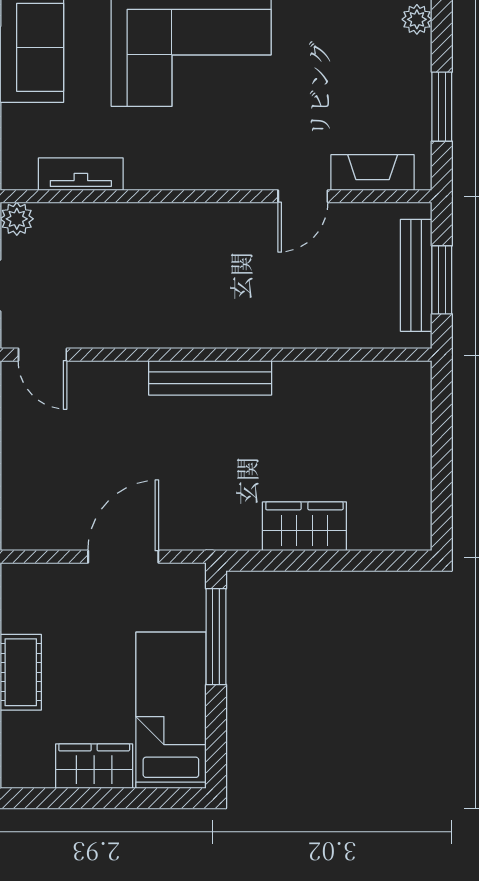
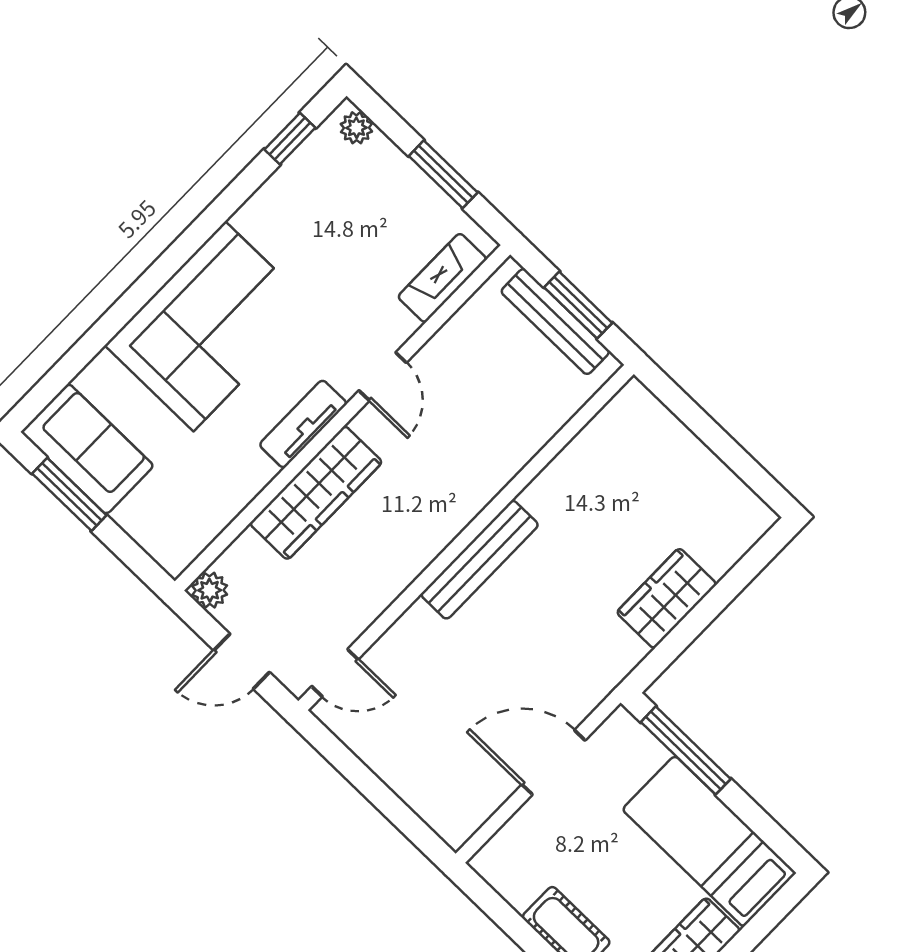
tv unit: (81, 174) -> (303, 424), moved
door: (303, 196) -> (383, 377), moved
wardrobe: (149, 227) -> (316, 493), added
door: (123, 557) -> (553, 762), hinge flipped

